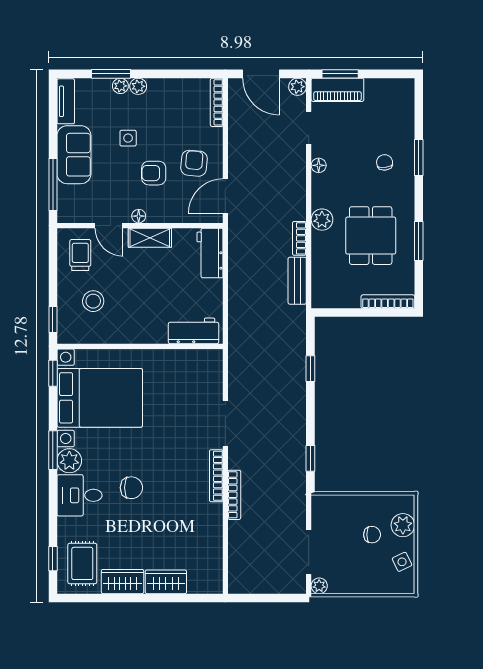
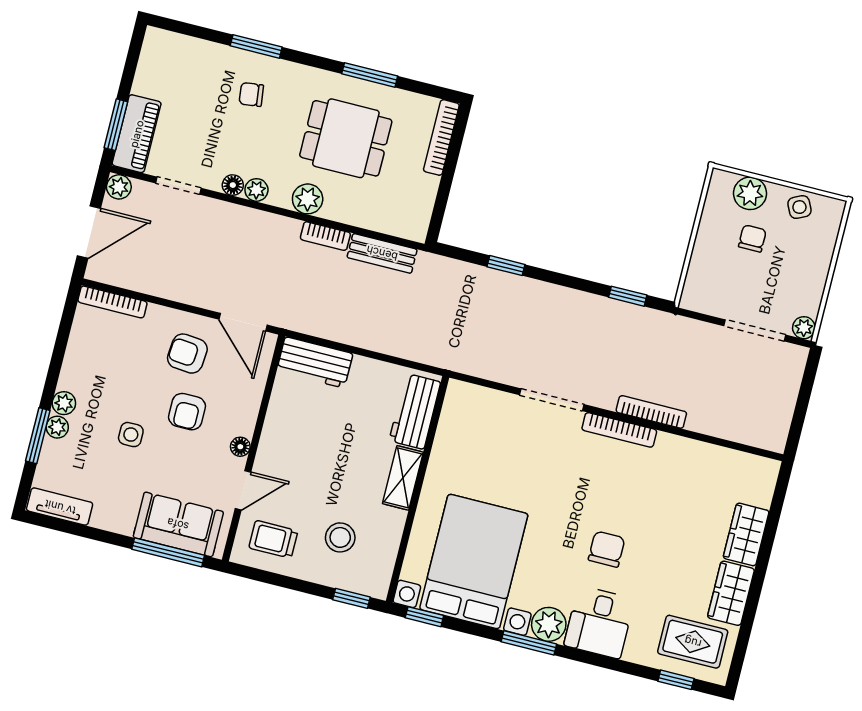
sofa: (74, 155) -> (178, 524), moved
plant: (319, 183) -> (256, 190), added
shelving: (150, 238) -> (403, 478), moved

